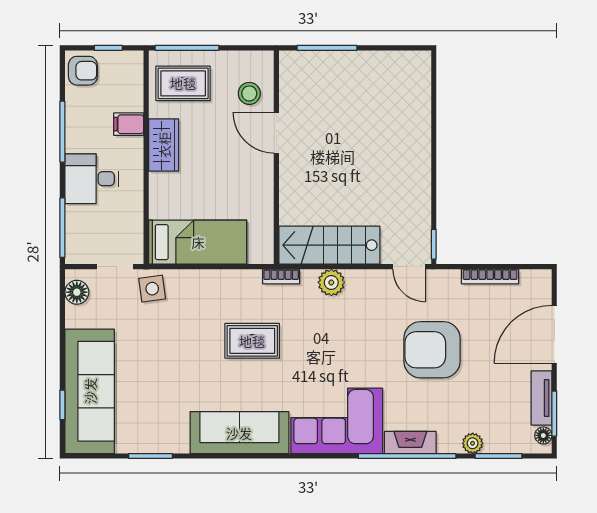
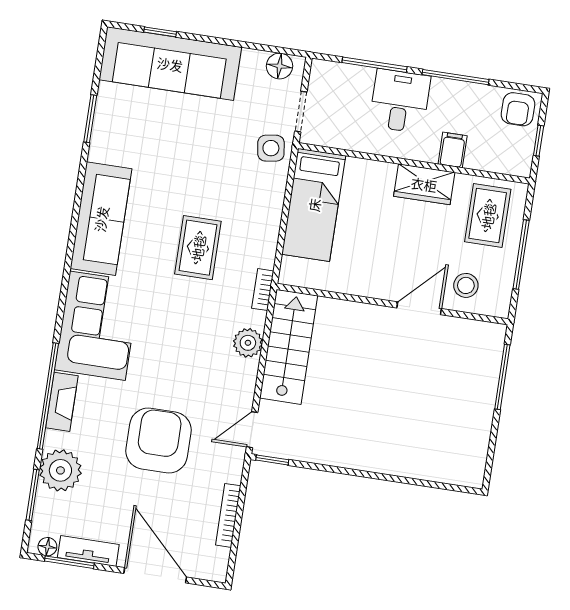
window: (187, 48) -> (521, 255), moved
window: (62, 228) -> (375, 65), moved
plant: (473, 443) -> (60, 470), width x1.88, depth x1.88

